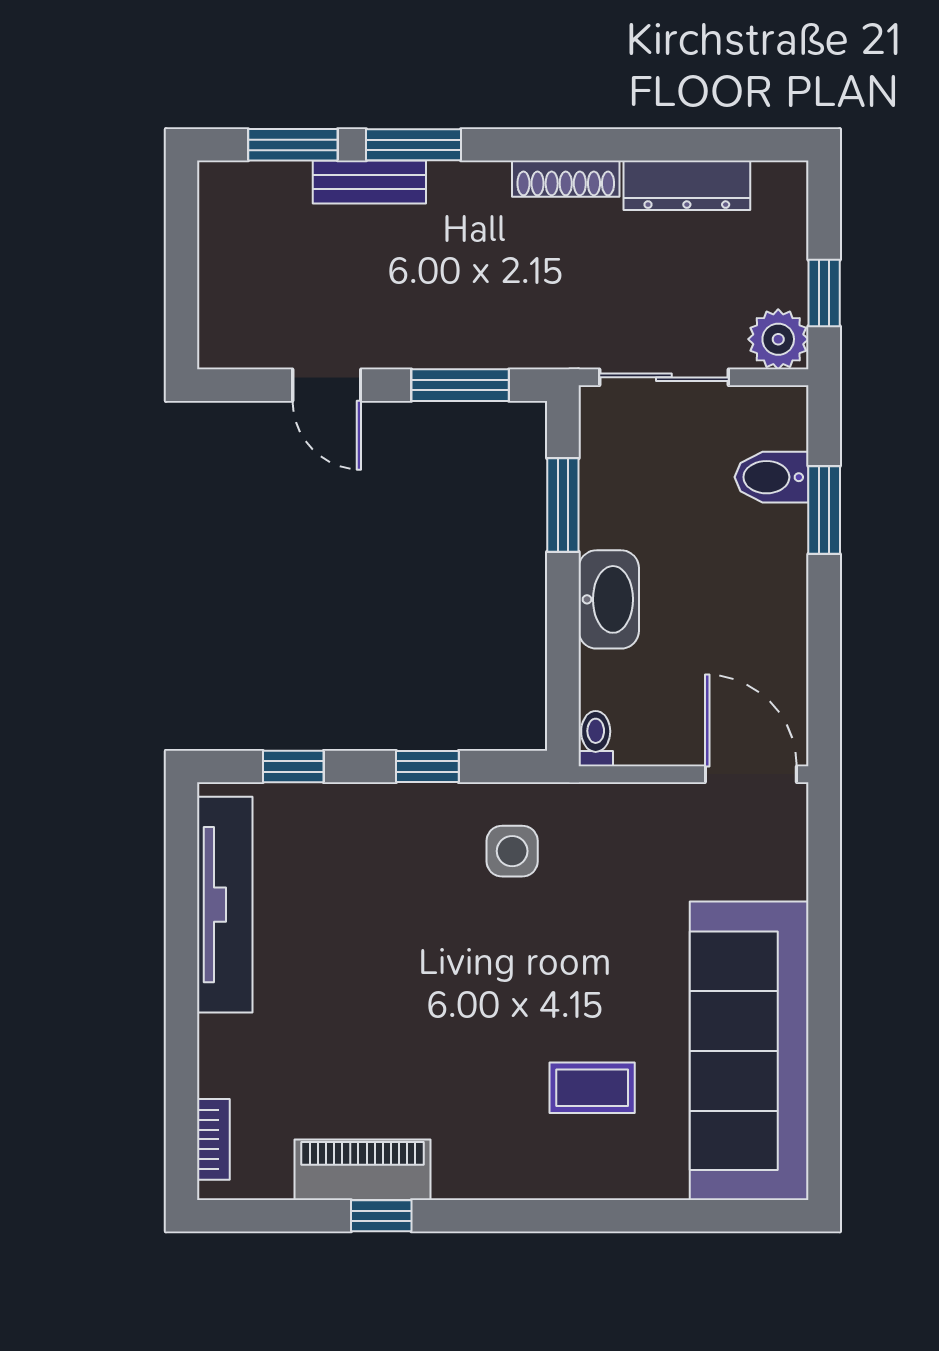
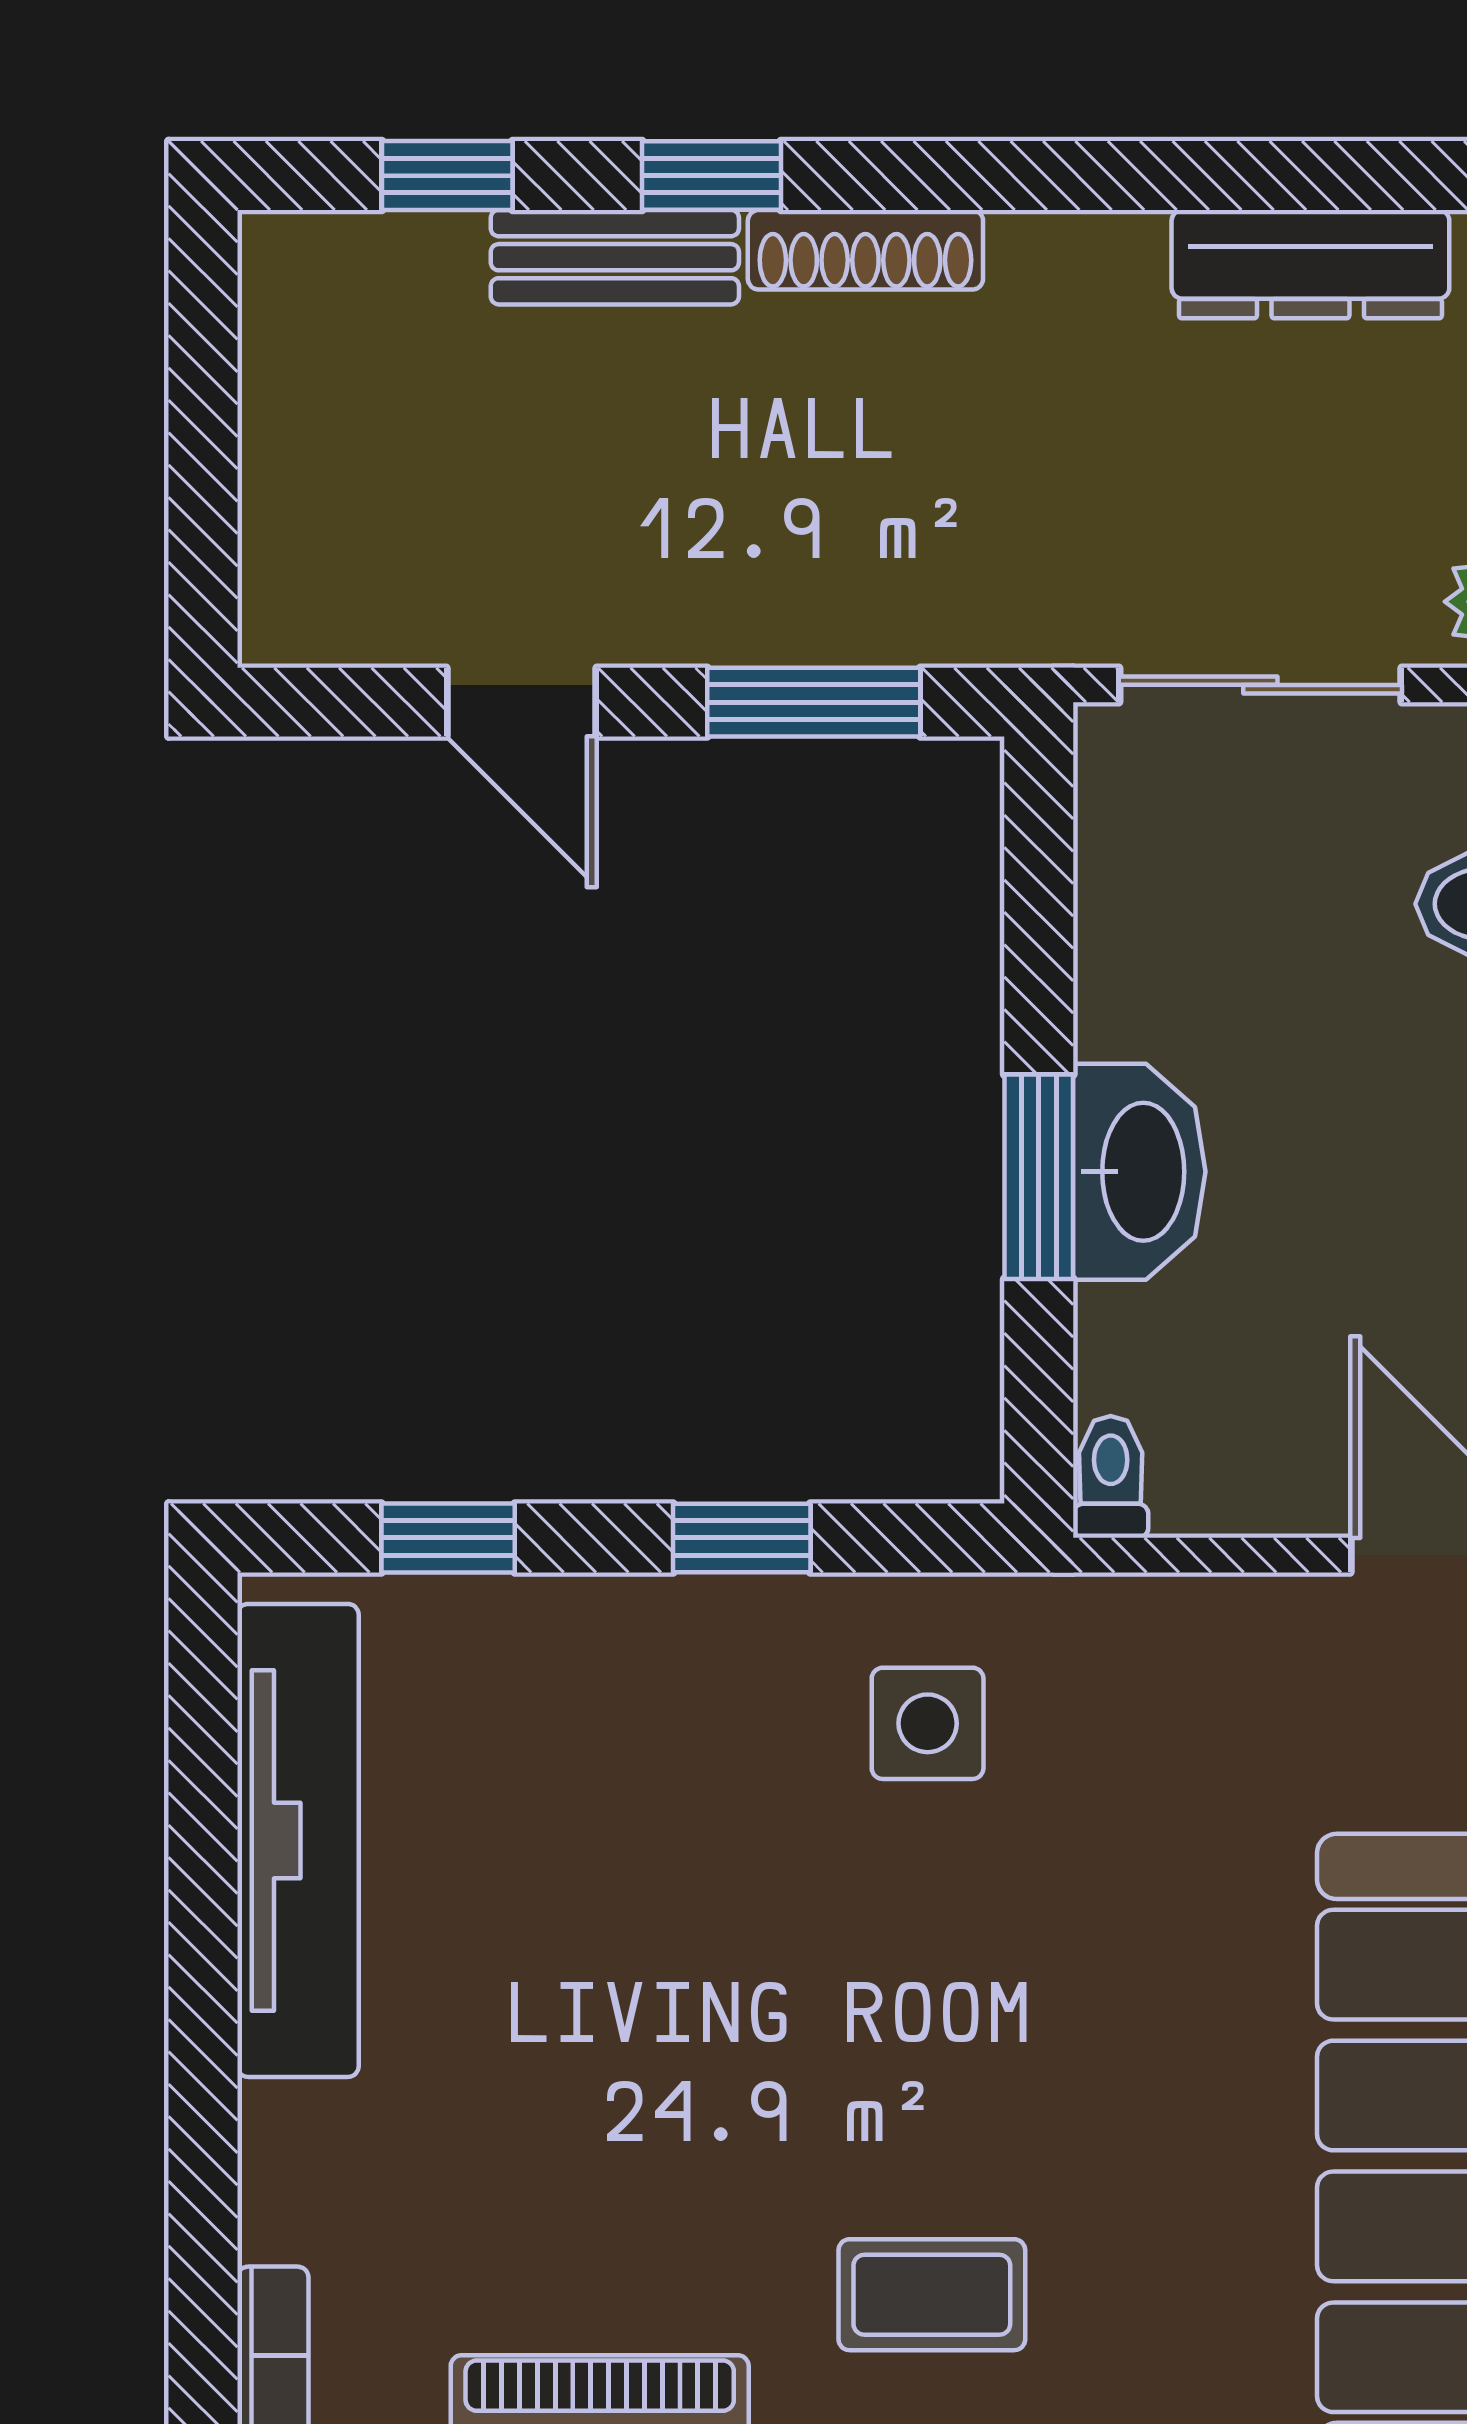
window: (293, 145) -> (447, 176), width x0.67
window: (413, 145) -> (711, 176), width x0.67
shoe rack: (566, 179) -> (865, 250), moved
window: (563, 505) -> (1039, 1177), moved
coffee table: (592, 1088) -> (932, 2295), moved

